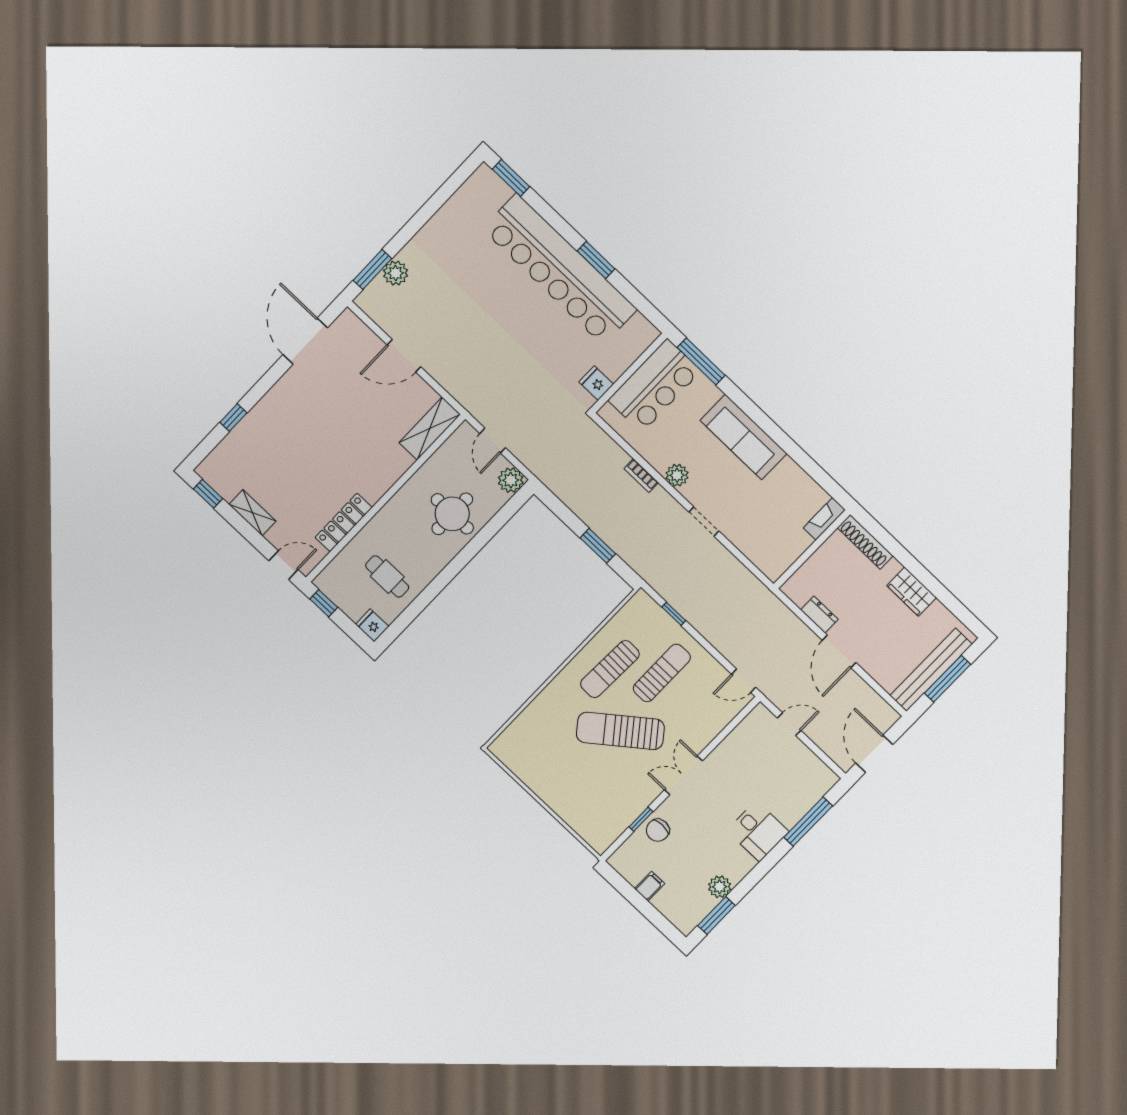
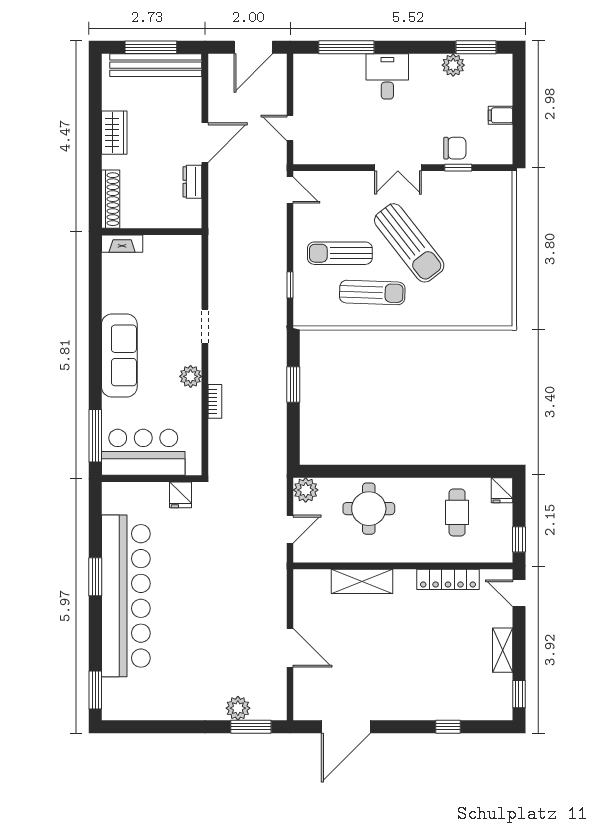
shelving: (430, 429) -> (362, 581), moved

